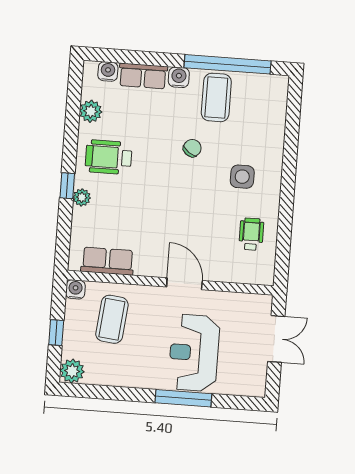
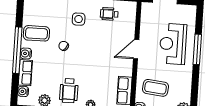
window: (228, 64) -> (17, 50), moved
reception desk: (194, 353) -> (173, 44), turned 90

